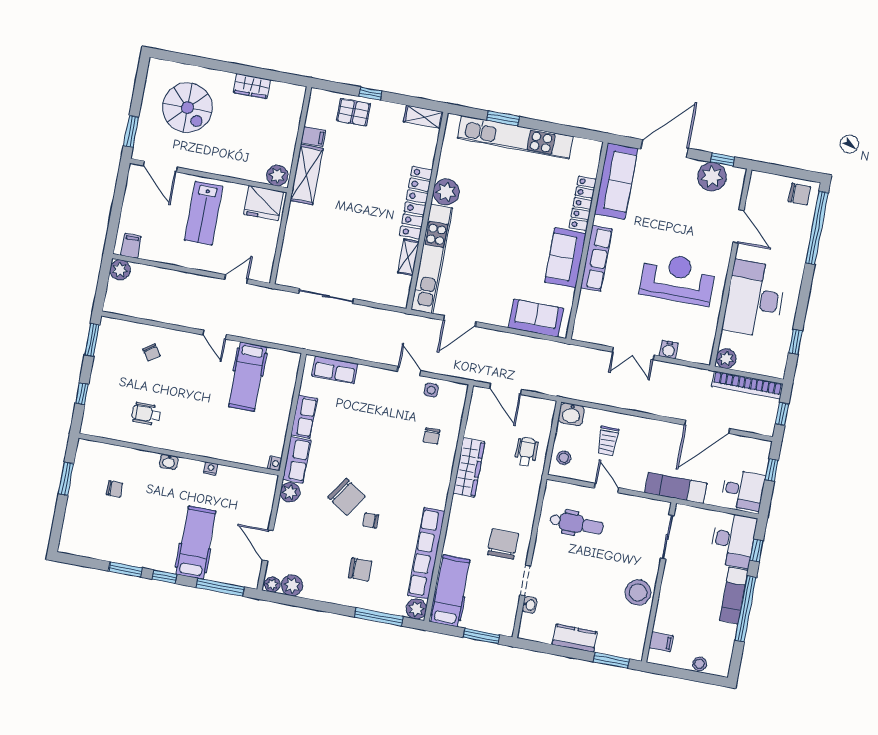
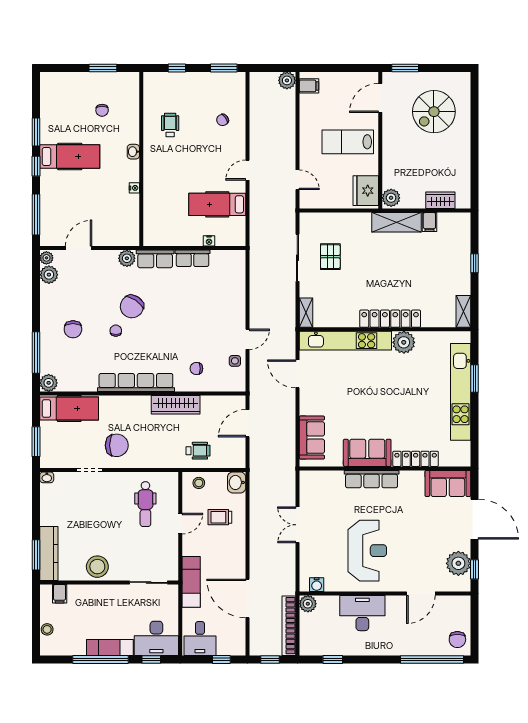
wardrobe: (252, 86) -> (440, 200), moved, turned 90
pallet: (353, 112) -> (330, 257), moved
sofa: (616, 181) -> (448, 483), width x0.73
shelving: (408, 257) -> (306, 313), moved, turned 90
desk: (755, 299) -> (362, 613), width x0.73, depth x0.77
water cooler: (669, 350) -> (317, 585), moved, turned -90
row of seats: (335, 370) -> (237, 277), removed
nightstand: (275, 463) -> (209, 241), moved
hospital bed: (196, 543) -> (70, 157), moved
row of seats: (426, 553) -> (136, 382), moved
washbasin: (530, 605) -> (47, 477), moved
kitchen counter: (575, 638) -> (49, 554), moved, width x1.50

